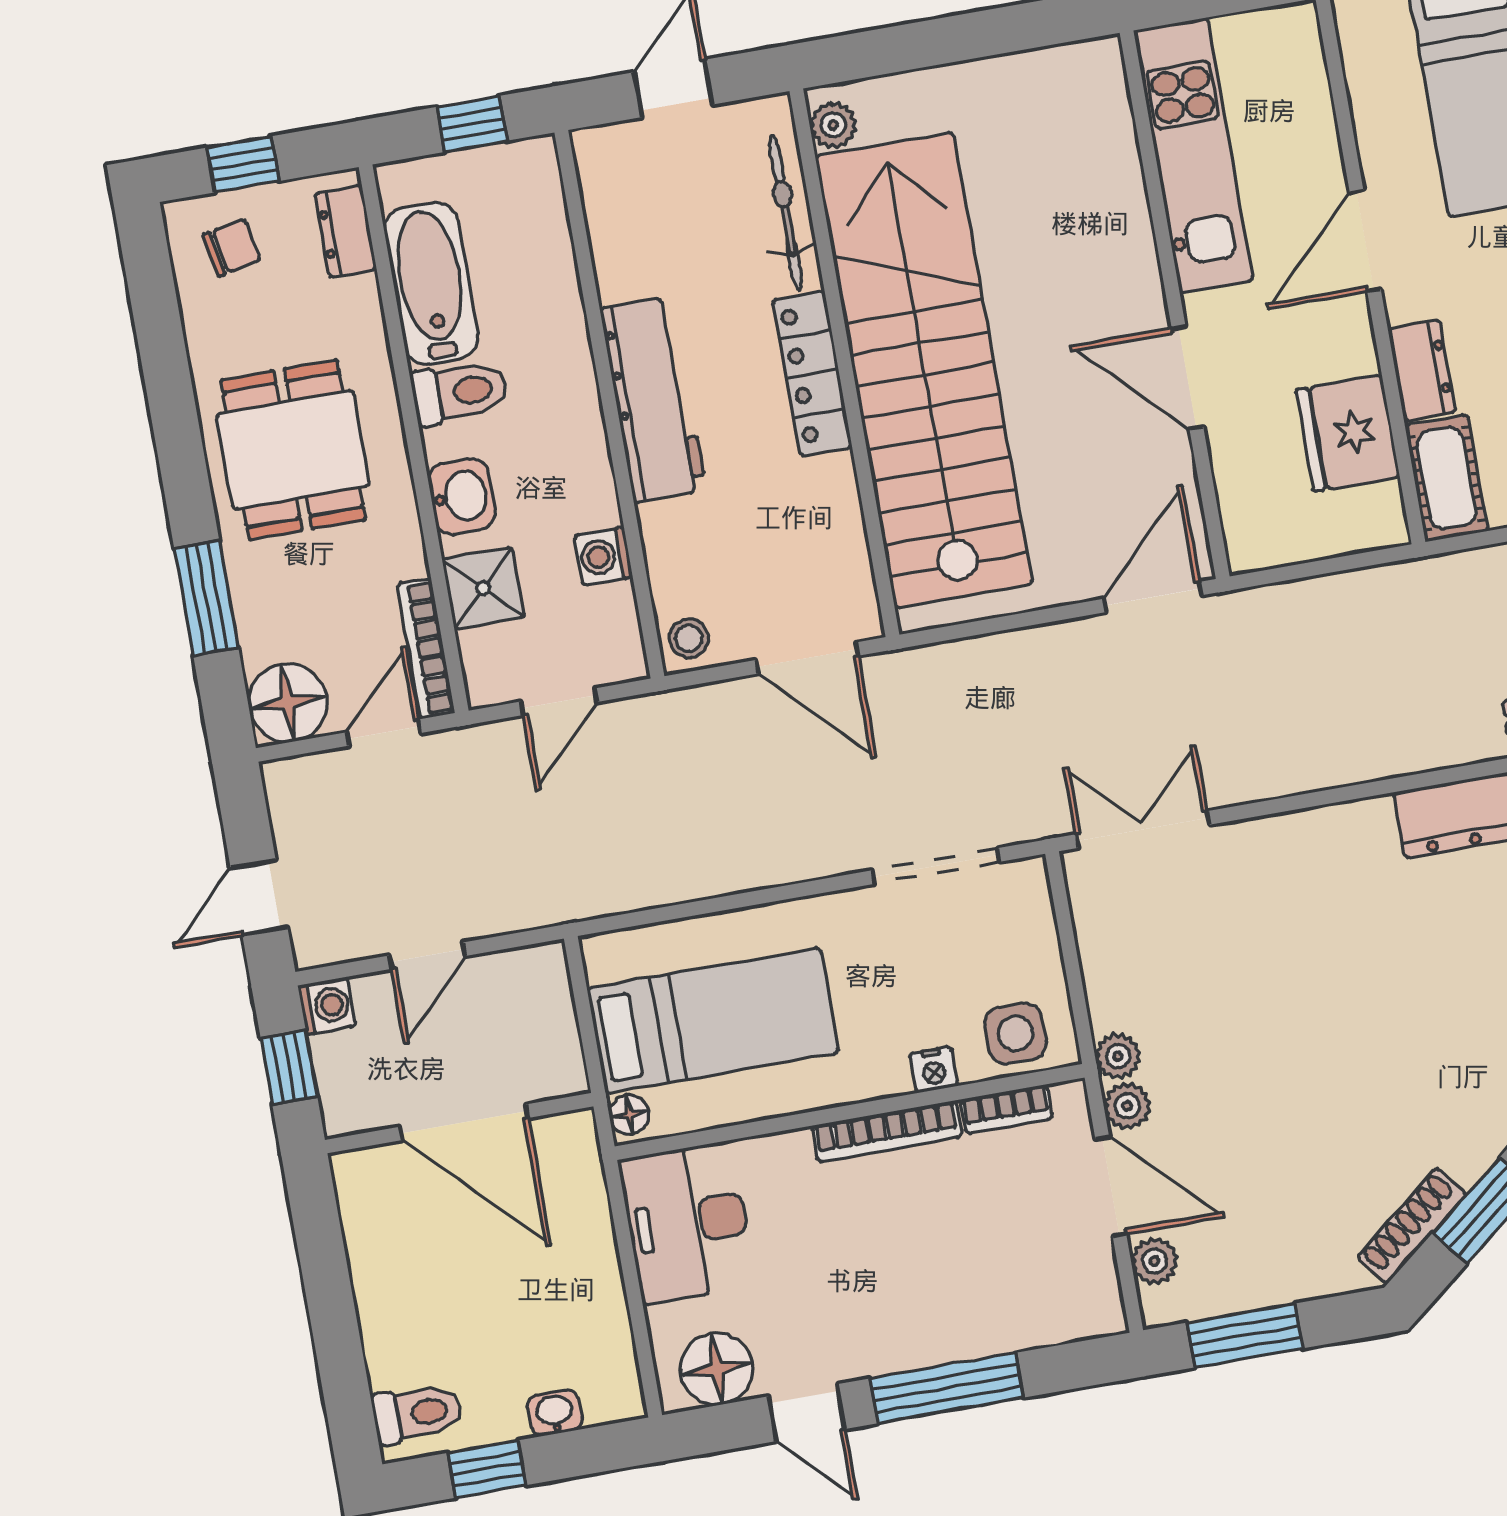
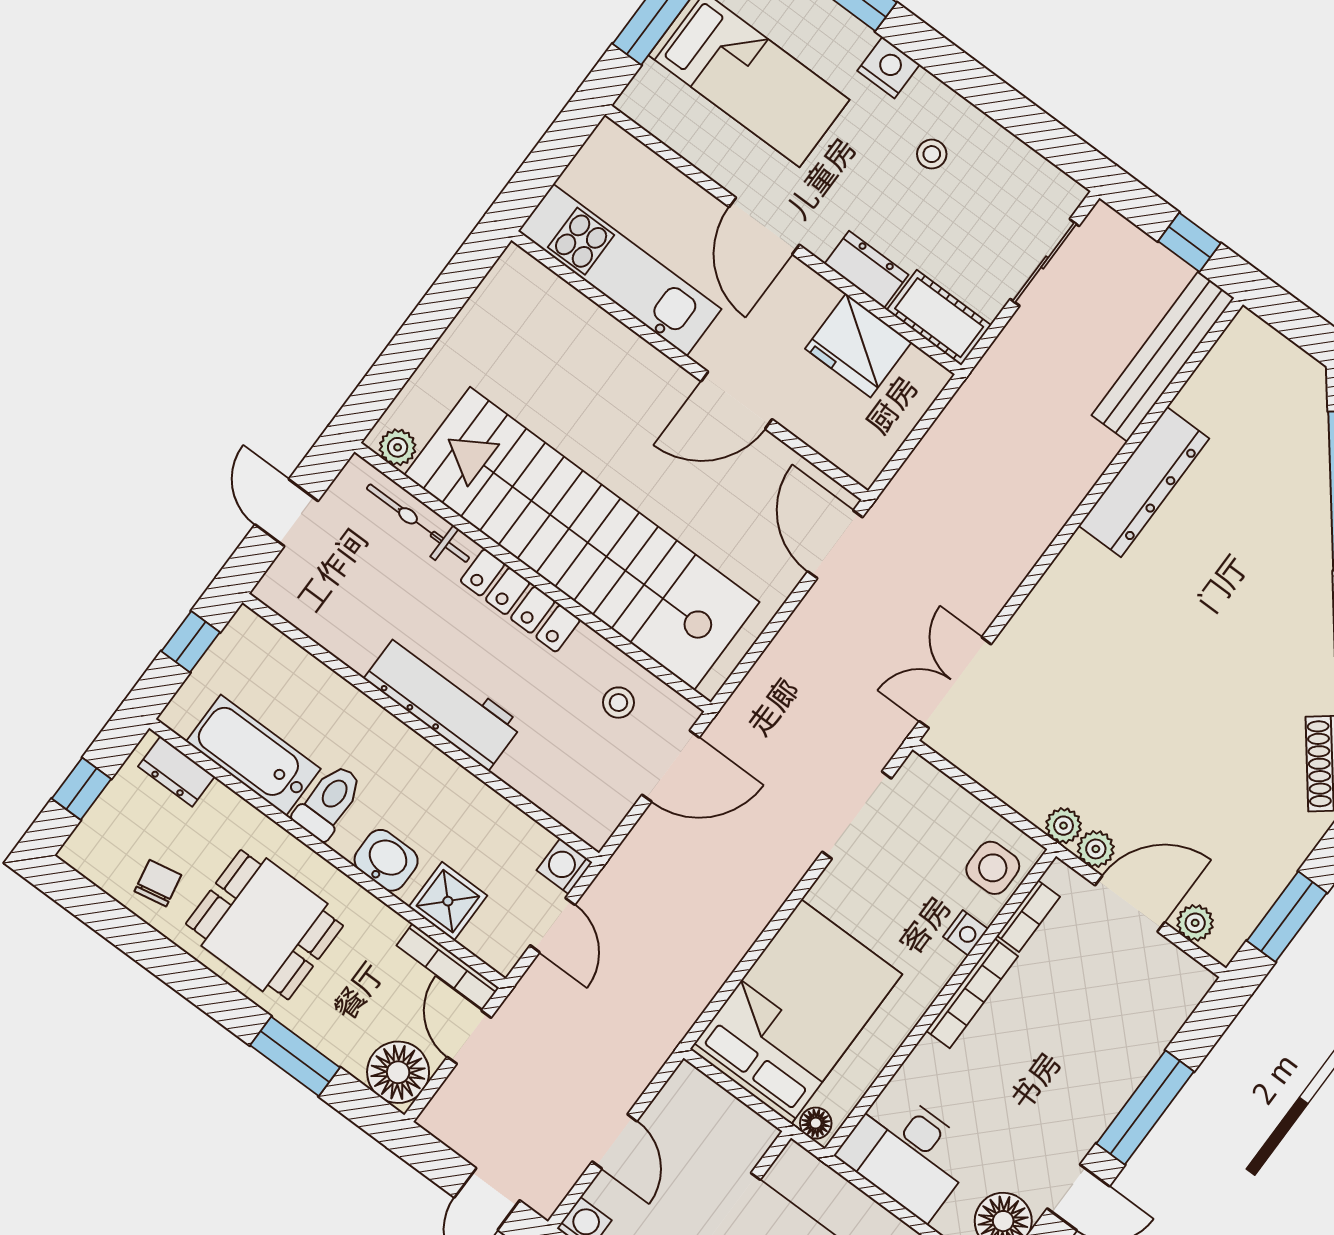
chair: (232, 248) -> (158, 883), moved
washing machine: (603, 556) -> (565, 866), moved, turned 90
stool: (689, 638) -> (618, 703), moved
bed: (713, 1021) -> (796, 1012), width x1.50

